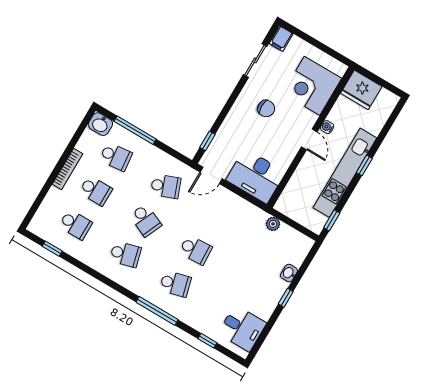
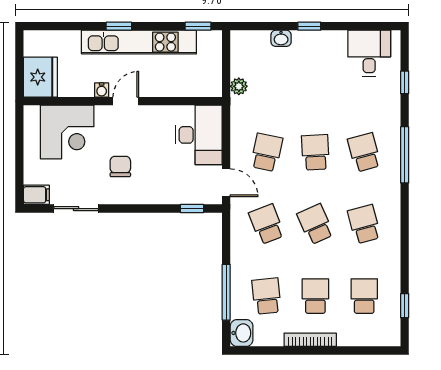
school desk: (216, 216) -> (267, 152), added
school desk: (146, 220) -> (315, 224), turned -48

